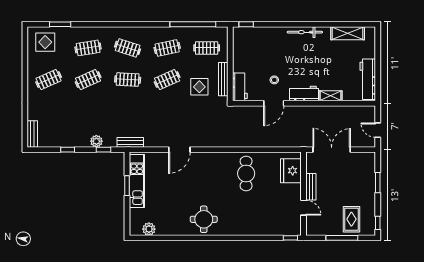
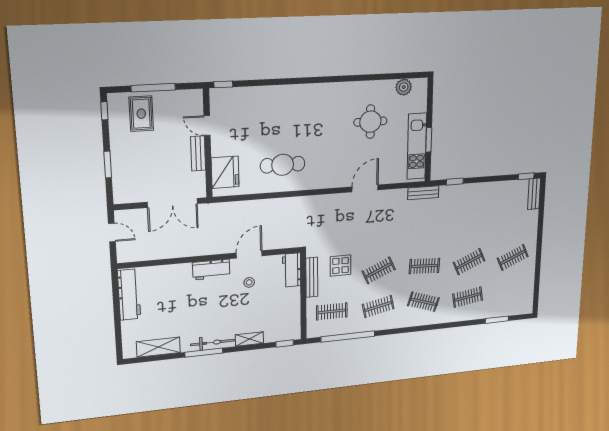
window: (312, 24) -> (204, 353), added
display table: (45, 42) -> (514, 299), removed
shelving: (331, 96) -> (249, 339), moved
plant: (96, 141) -> (463, 191), removed
window: (68, 150) -> (526, 176), moved
cafe table: (246, 173) -> (283, 165), turned 90
round table: (204, 219) -> (370, 122), moved

